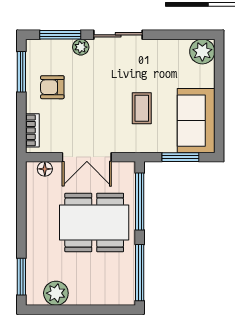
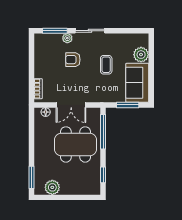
plant: (202, 52) -> (141, 55), moved
window: (21, 72) -> (31, 53), removed
armchair: (52, 87) -> (73, 60), moved
coffee table: (142, 108) -> (106, 65), moved
window: (140, 273) -> (103, 175), width x0.46

